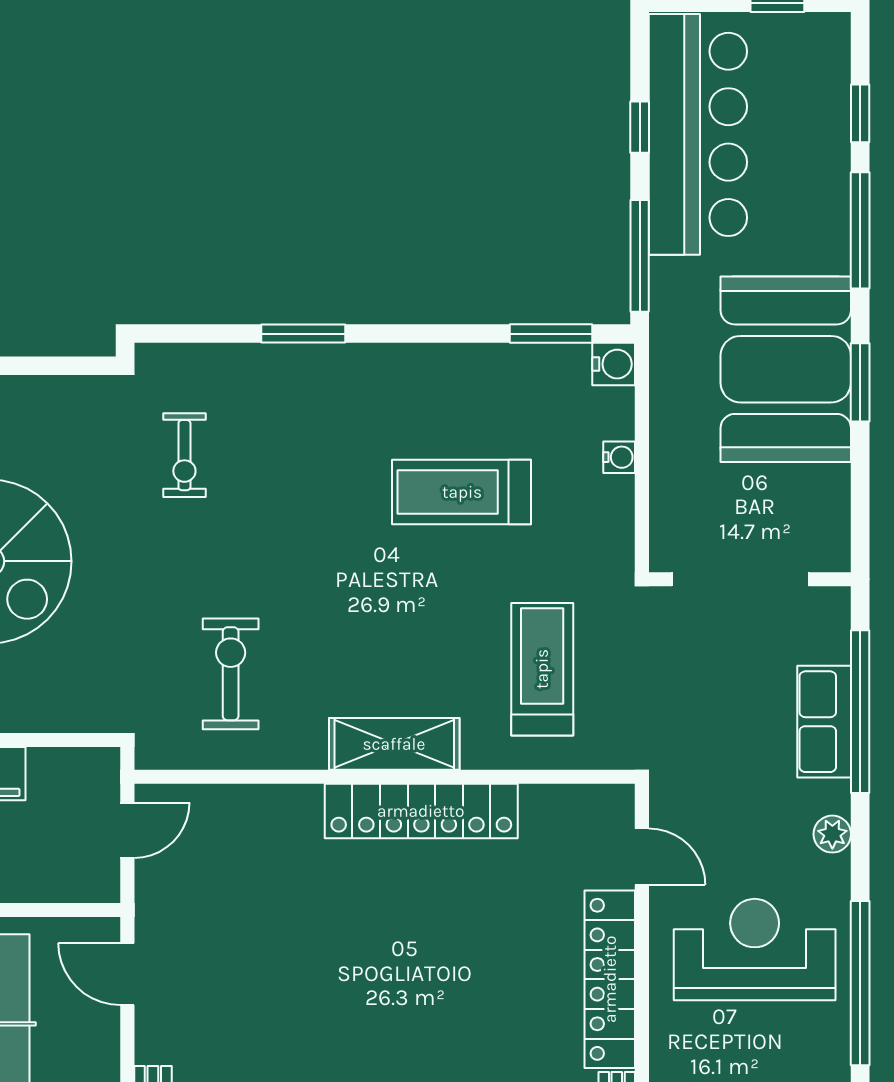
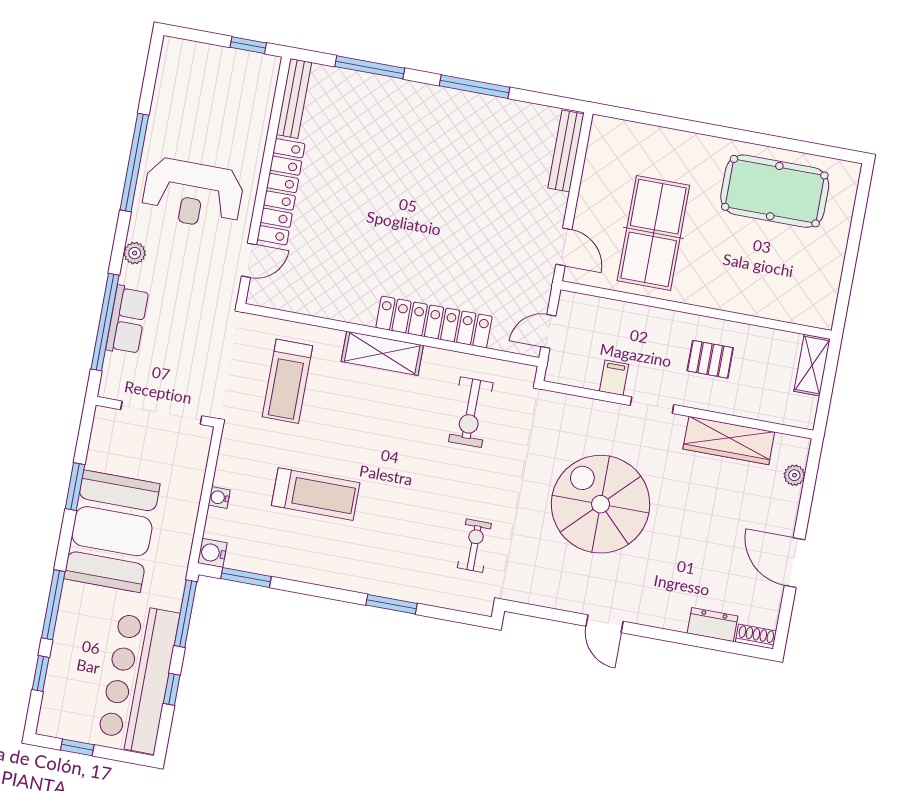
window: (860, 382) -> (75, 487), moved
locker: (421, 811) -> (434, 322), moved
door: (642, 857) -> (249, 260), swing flipped

